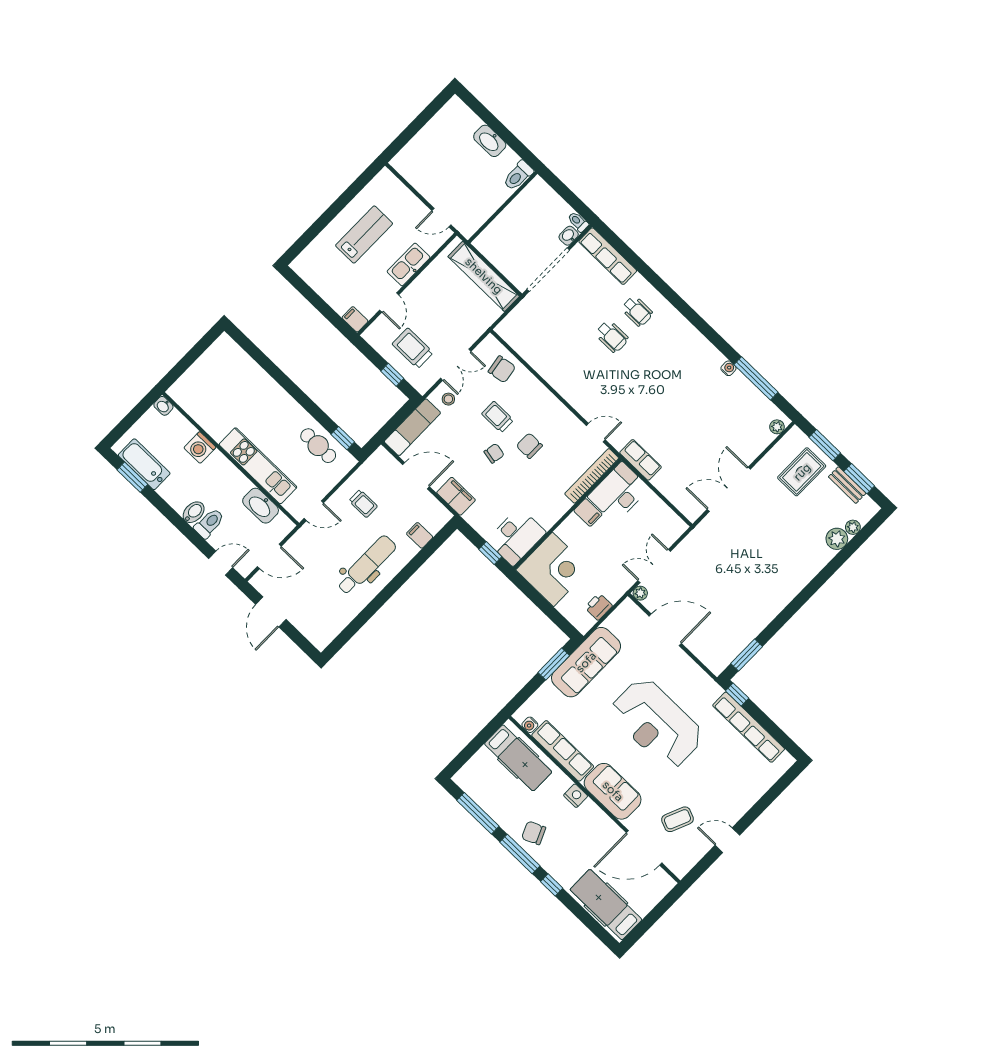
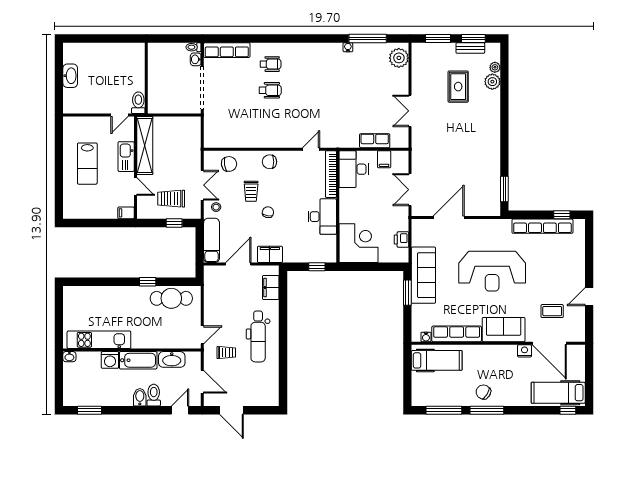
washbasin: (490, 141) -> (70, 76), moved, turned -90
toilet: (518, 176) -> (138, 103), moved, turned 180
lab bench: (364, 234) -> (87, 164), turned 180
shelving: (484, 276) -> (145, 146), moved, turned 90
trolley: (497, 417) -> (251, 191), turned -90
plant: (777, 427) -> (399, 58), width x1.87, depth x1.87
window: (343, 438) -> (148, 282), moved
cafe table: (318, 446) -> (171, 298), width x1.37, depth x1.35
chair: (529, 446) -> (269, 162), moved
row of seats: (640, 460) -> (375, 141), moved
bathtub: (144, 464) -> (138, 360), moved, turned 180
kitchen unit: (258, 466) -> (99, 340), moved
rug: (802, 472) -> (458, 87), moved
double door: (729, 489) -> (410, 111), width x0.73
trolley: (363, 504) -> (226, 353), moved
filing cabinet: (588, 512) -> (384, 159), moved, turned 90
filing cabinet: (420, 535) -> (271, 288), width x2.00
desk: (516, 537) -> (322, 217), moved
door: (269, 556) -> (202, 382), hinge flipped
dental chair: (367, 565) -> (258, 336), turned 180
plant: (640, 593) -> (417, 211), removed
window: (737, 695) -> (562, 215), moved
nightstand: (576, 796) -> (525, 351), moved
coffee table: (677, 819) -> (552, 311), turned 67
chair: (534, 833) -> (483, 392), turned 56
door: (644, 848) -> (549, 343), hinge flipped
window: (552, 885) -> (568, 410), moved

